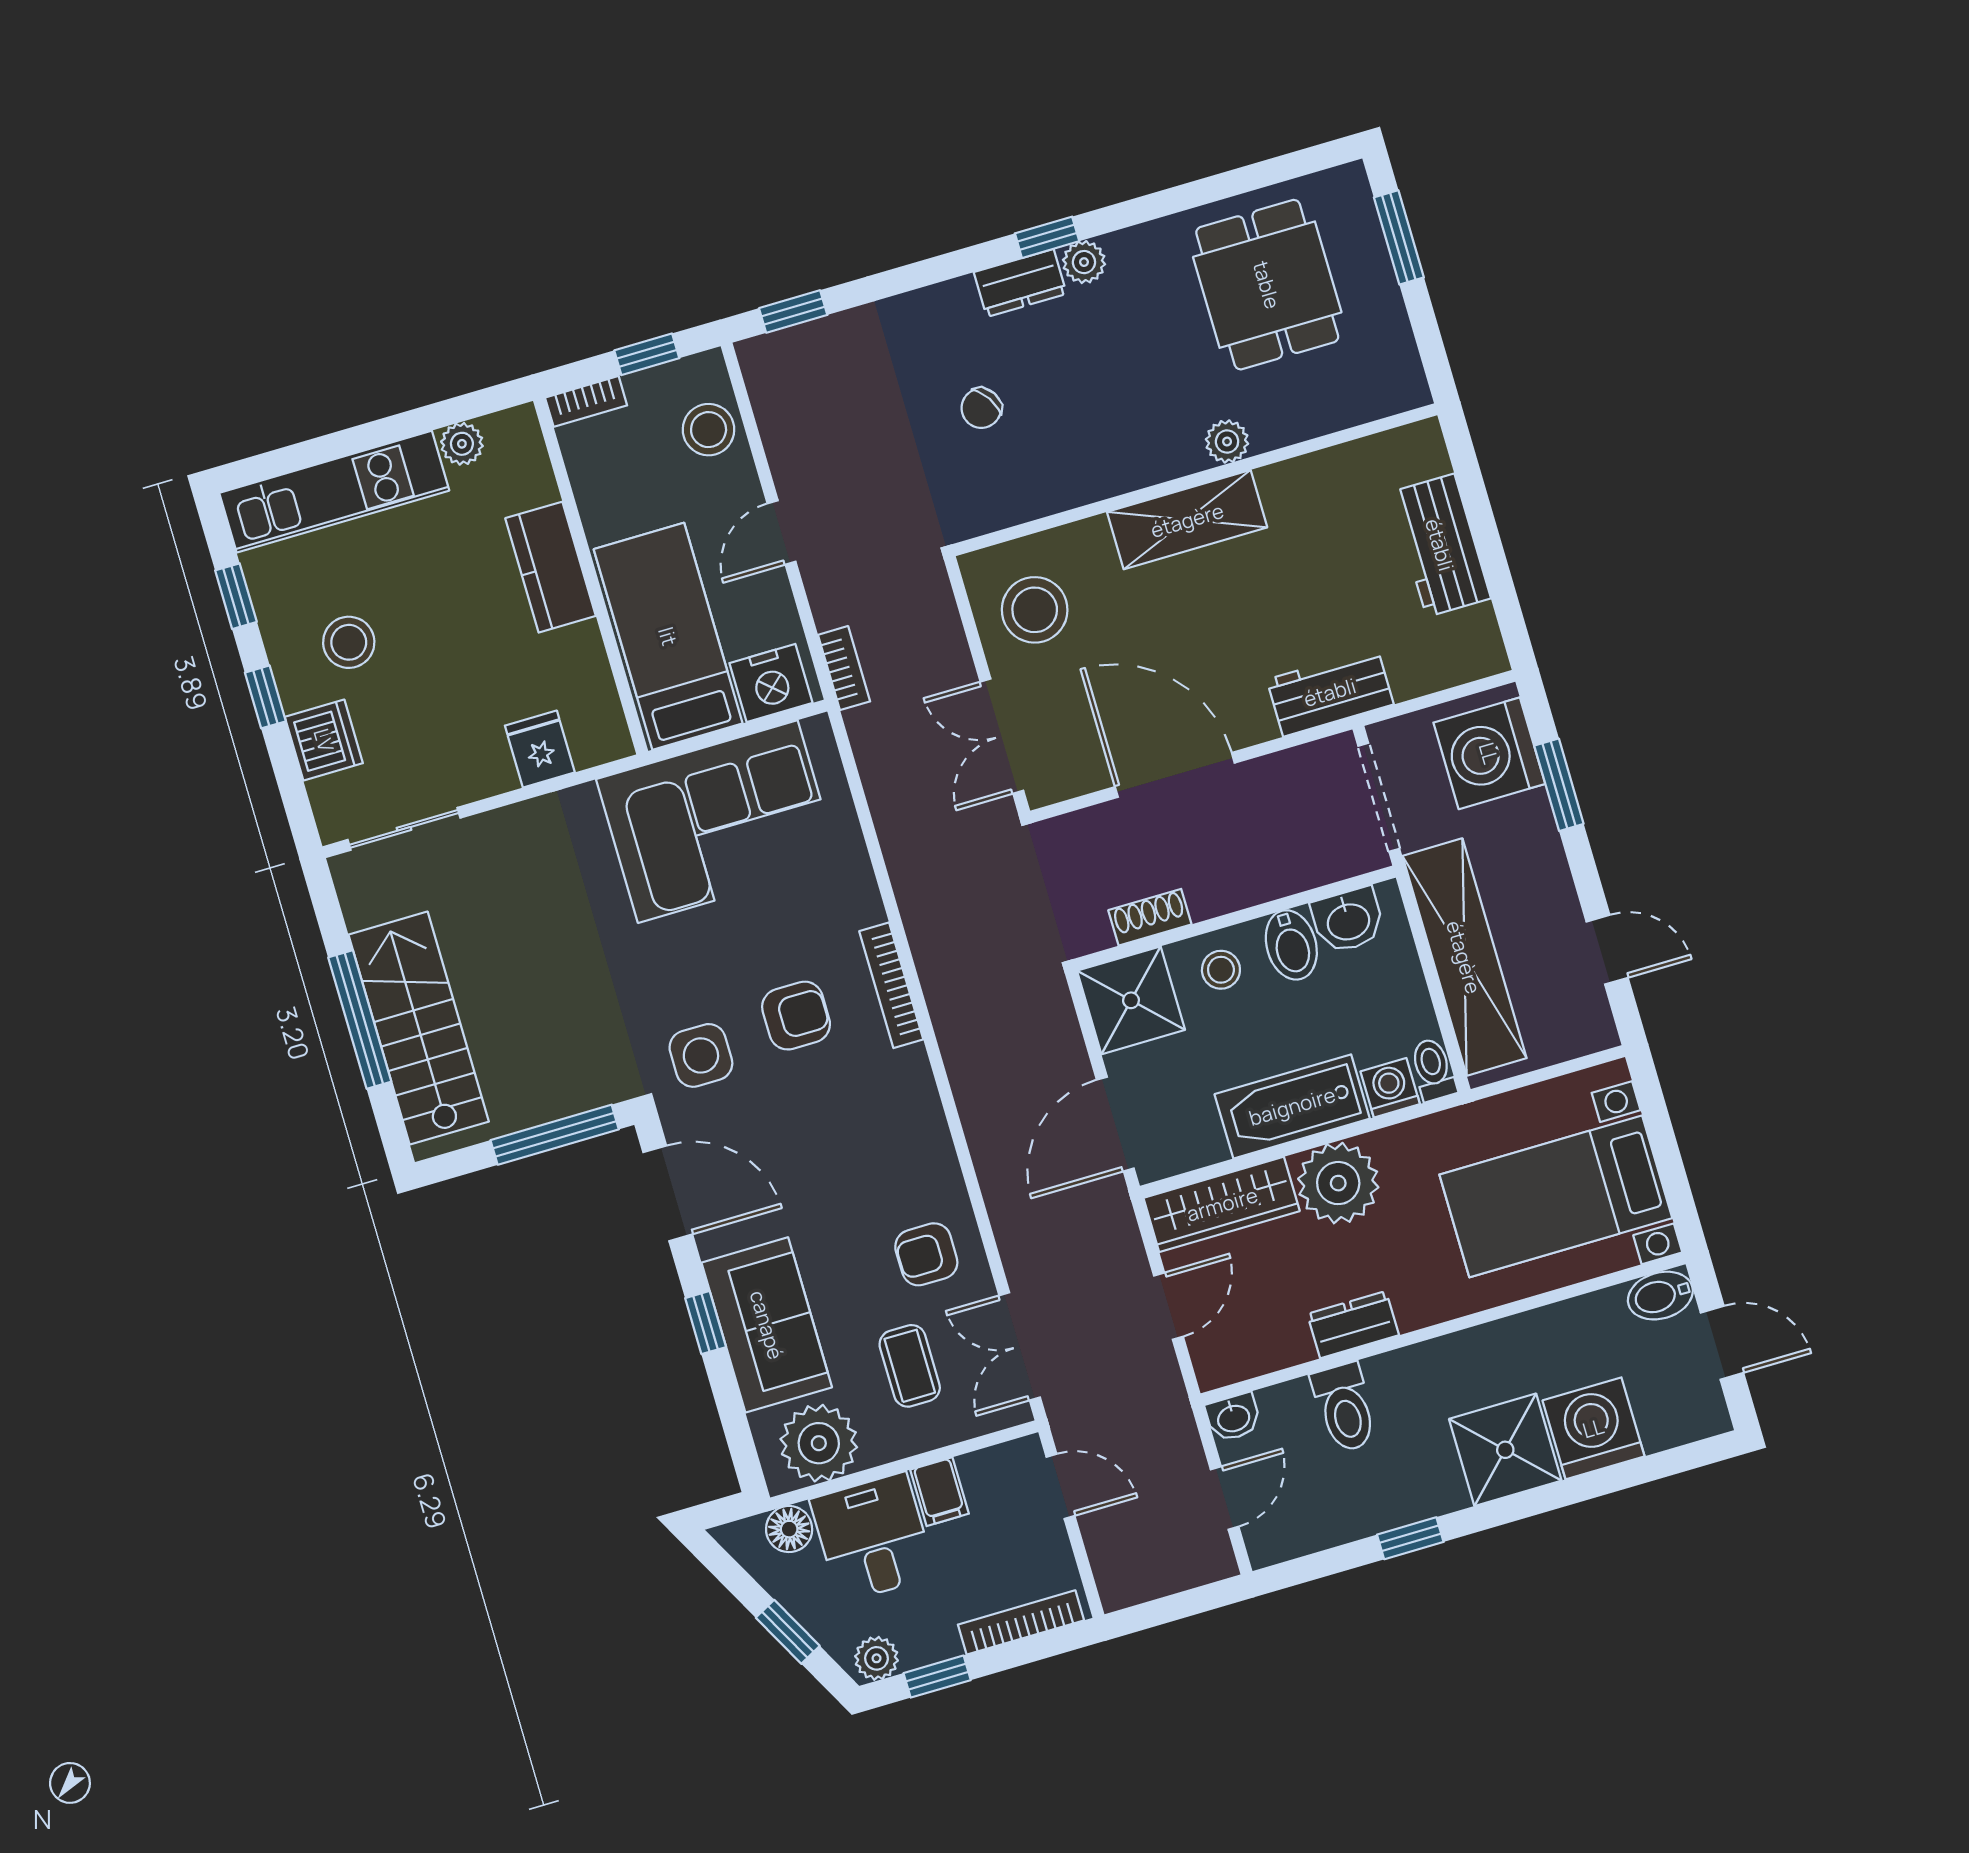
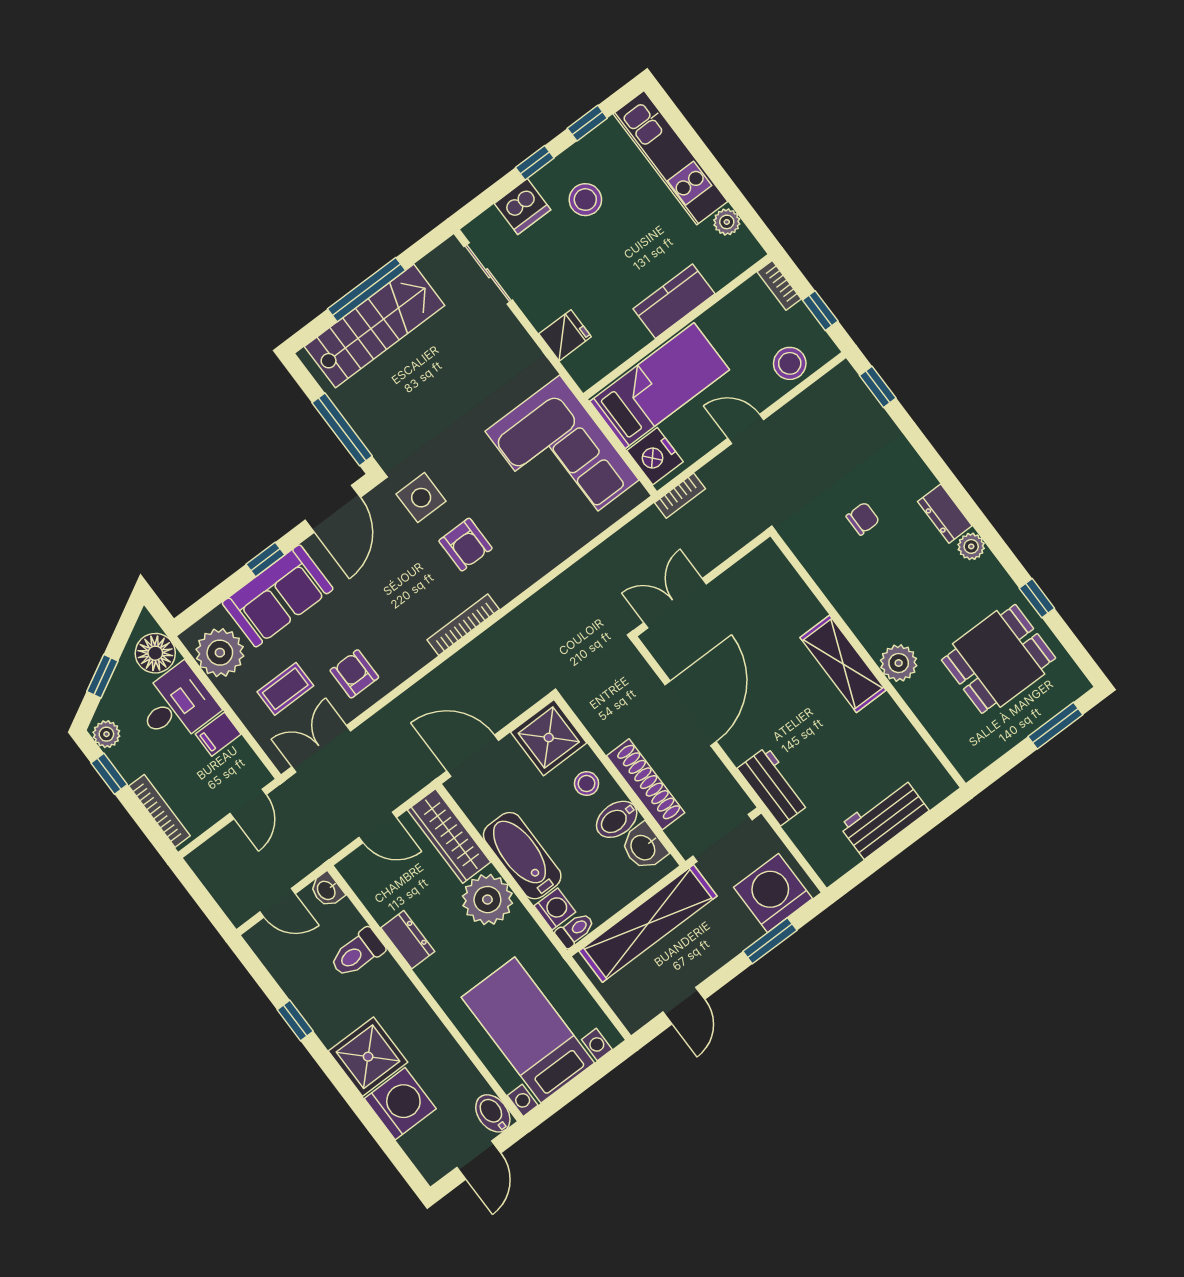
window: (1047, 237) -> (1037, 598), moved
chair: (981, 408) -> (863, 519), turned 123
plant: (1227, 442) -> (899, 663), width x1.38, depth x1.38
stool: (1035, 610) -> (756, 595), removed
shoe rack: (1150, 917) -> (646, 784), moved, width x1.94, depth x1.24
bookcase: (891, 985) -> (463, 625), moved
floor lamp: (789, 1529) -> (155, 653), width x1.38, depth x1.38

